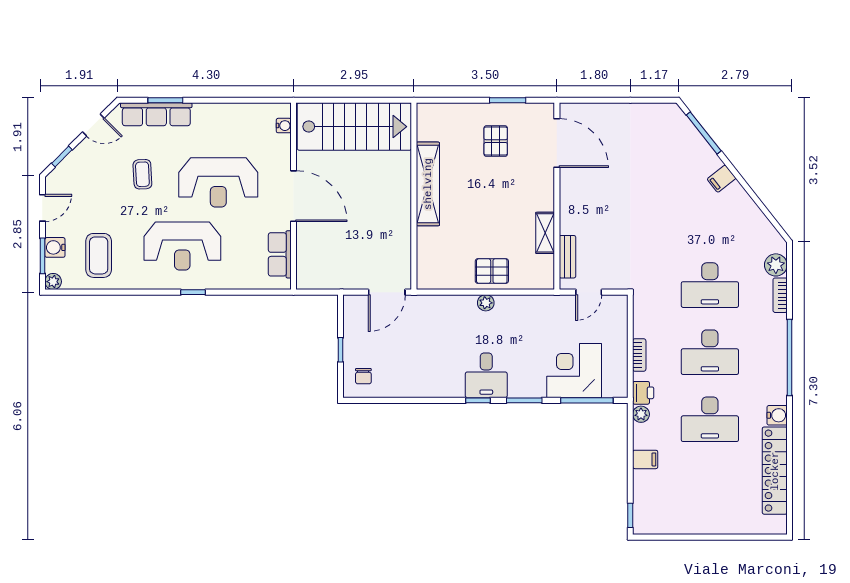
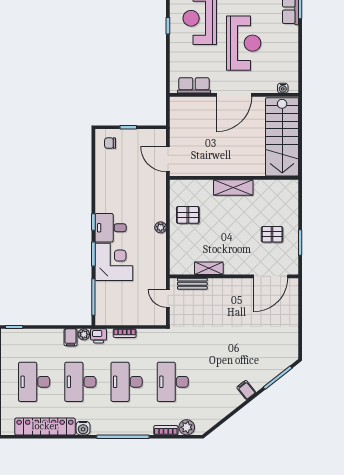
reception desk: (218, 182) -> (244, 43), turned 180
shelving: (428, 184) -> (233, 187), width x0.68
pallet: (492, 271) -> (188, 215), moved, turned 90
corner desk: (574, 371) -> (114, 262), moved
filing cabinet: (645, 459) -> (71, 337), moved
desk: (710, 486) -> (34, 382), added

